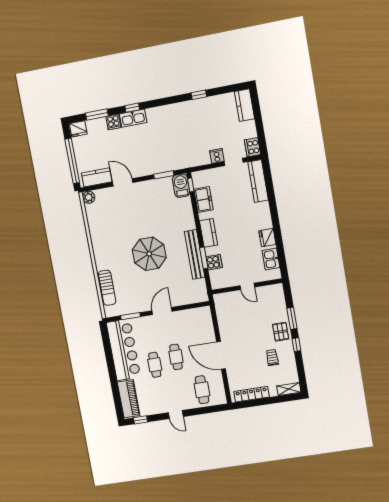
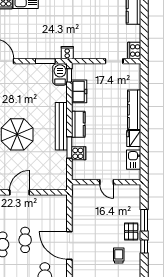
cooker: (217, 156) -> (67, 53), moved
kitchen counter: (258, 181) -> (134, 110), moved
bench: (195, 254) -> (61, 126), moved

